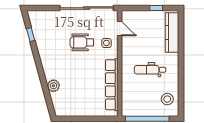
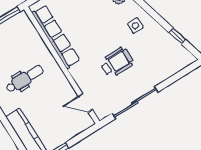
sliding door: (87, 8) -> (135, 103), width x0.73
side table: (106, 43) -> (135, 26), moved

